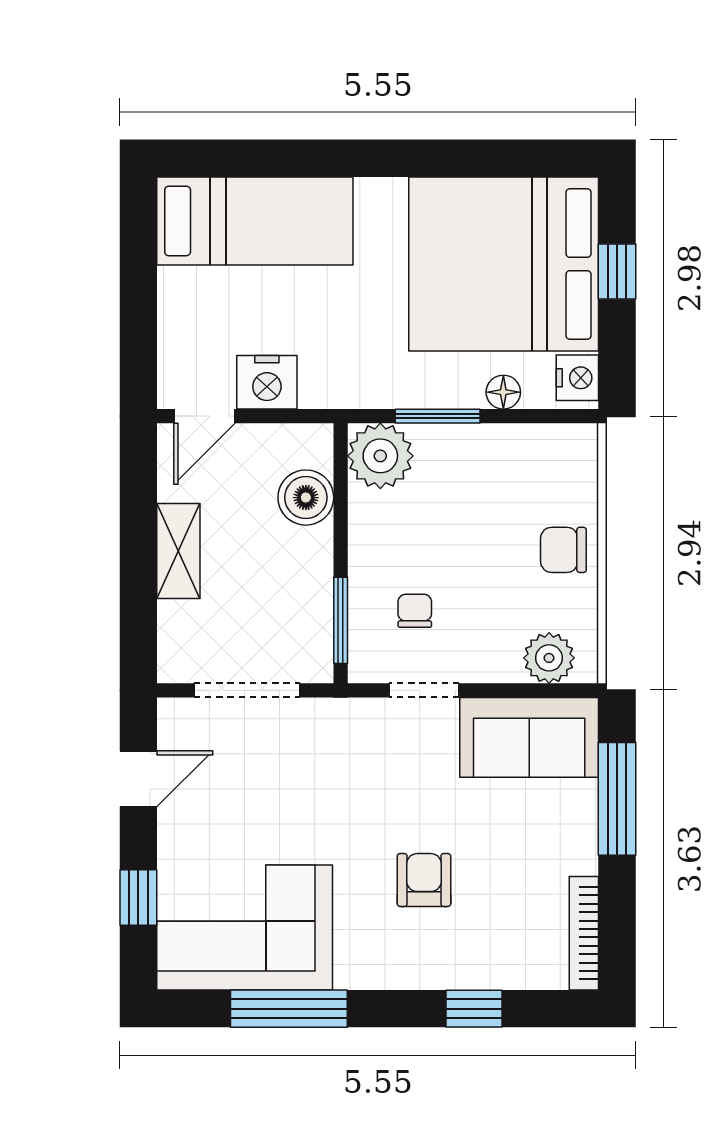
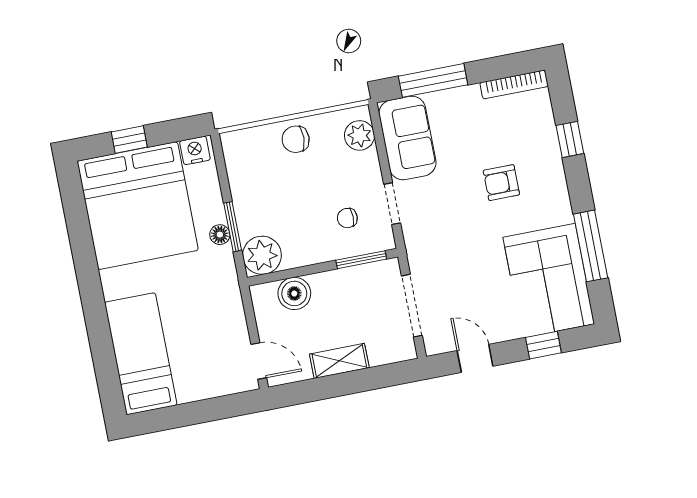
nightstand: (267, 382) -> (232, 329), removed
floor lamp: (503, 392) -> (220, 235), moved
chair: (563, 550) -> (296, 139), turned 92

